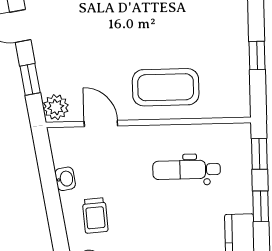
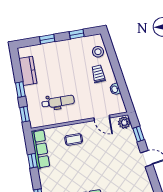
row of seats: (237, 77) -> (40, 149), added
coffee table: (166, 87) -> (74, 139), width x0.54, depth x0.58

